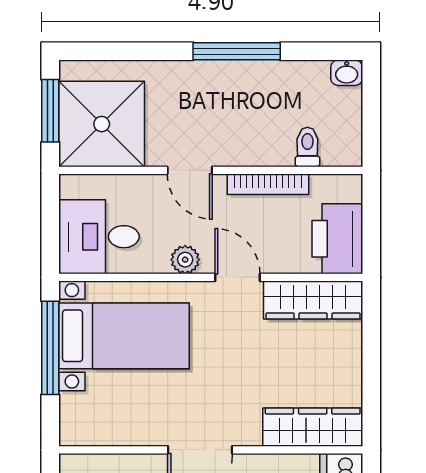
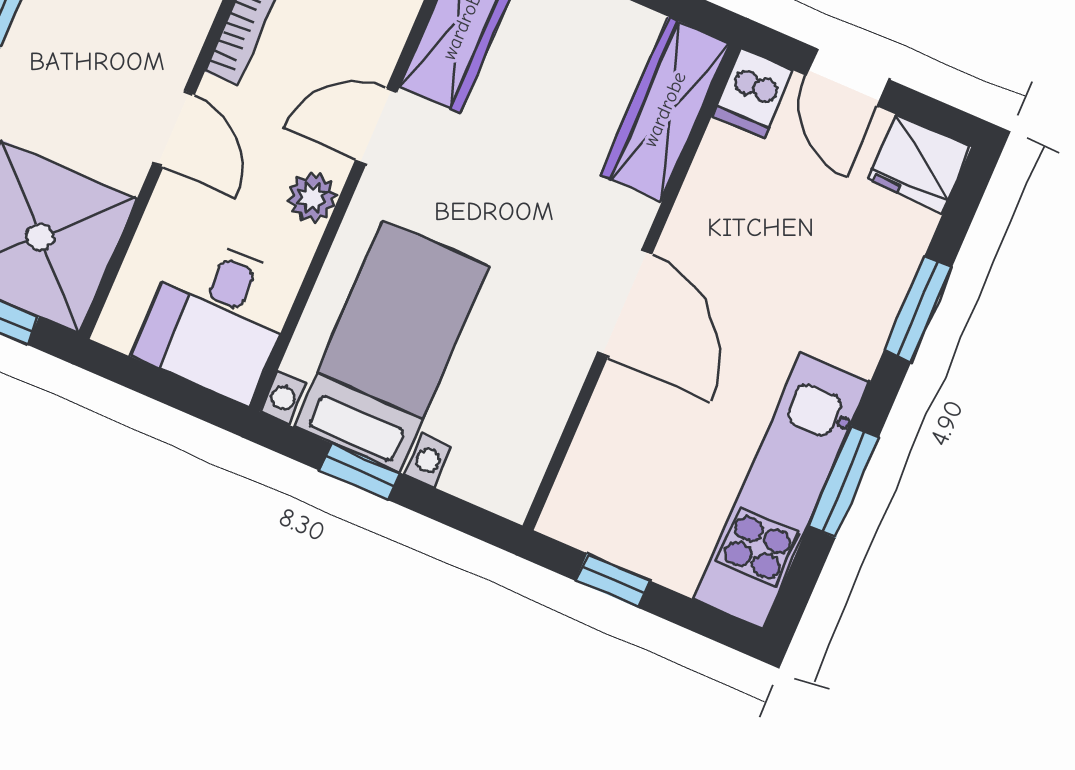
door: (190, 170) -> (174, 129), hinge flipped
window: (50, 348) -> (360, 472), width x0.46

